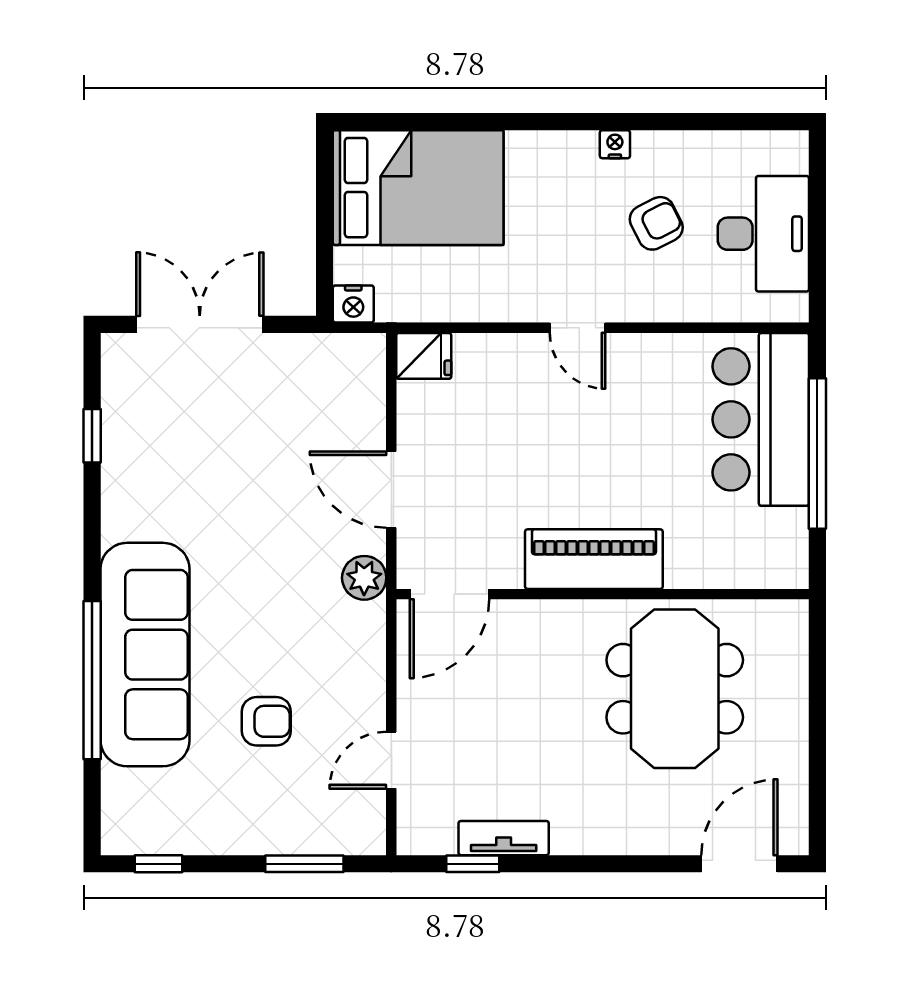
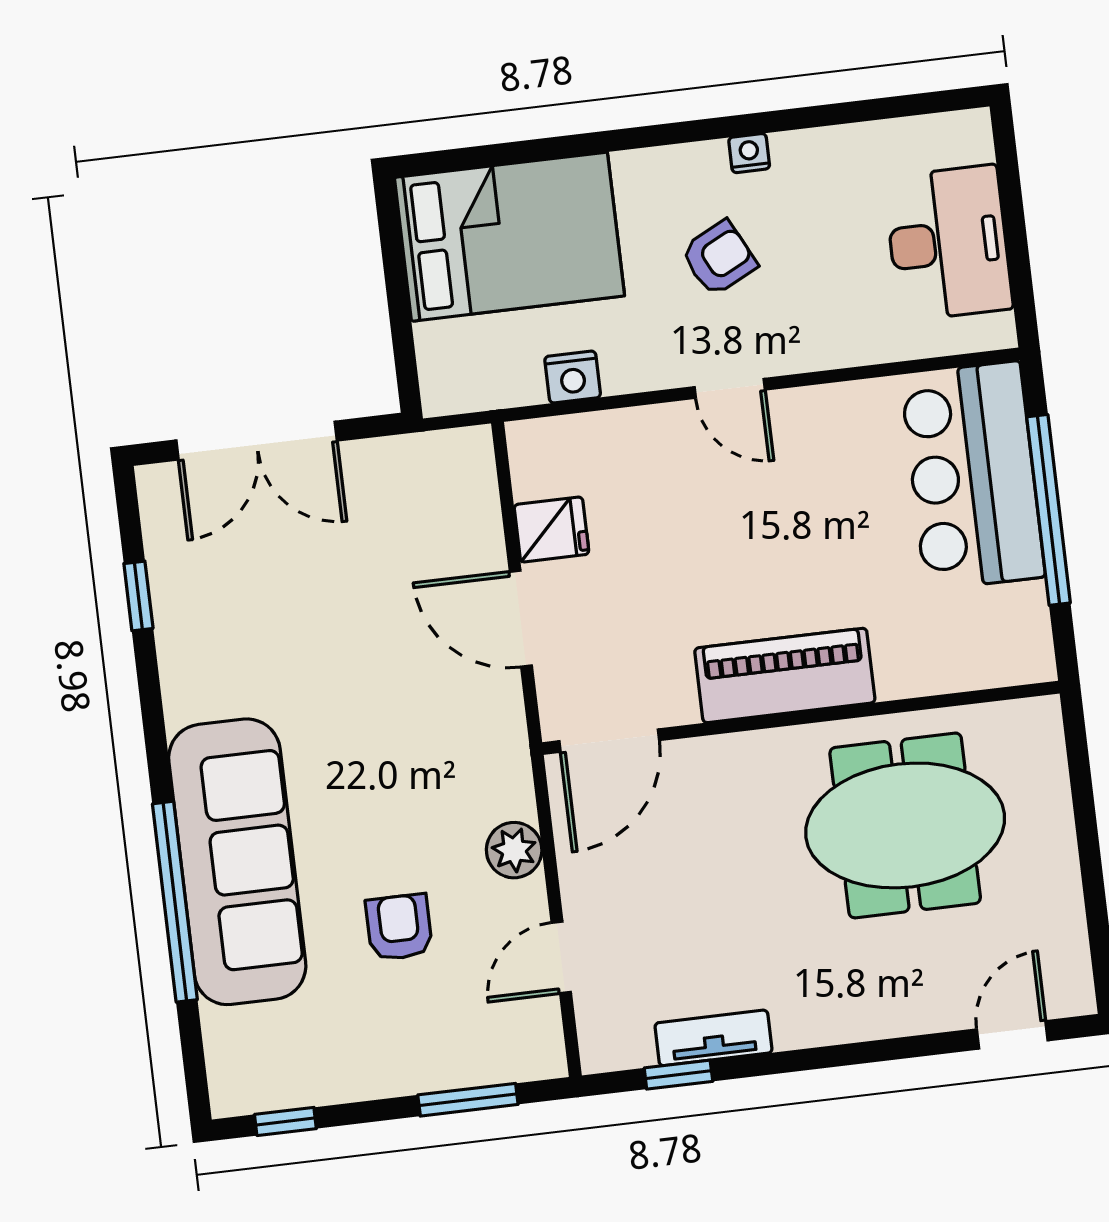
armchair: (656, 223) -> (719, 258), moved
nightstand: (353, 304) -> (573, 377), moved
double door: (200, 324) -> (257, 441), swing flipped
fridge: (424, 356) -> (551, 529), moved
plant: (364, 578) -> (514, 850), moved
meeting table: (675, 689) -> (905, 825), turned 90
armchair: (266, 721) -> (399, 927), turned -90
door: (739, 864) -> (1012, 1035), width x0.73

